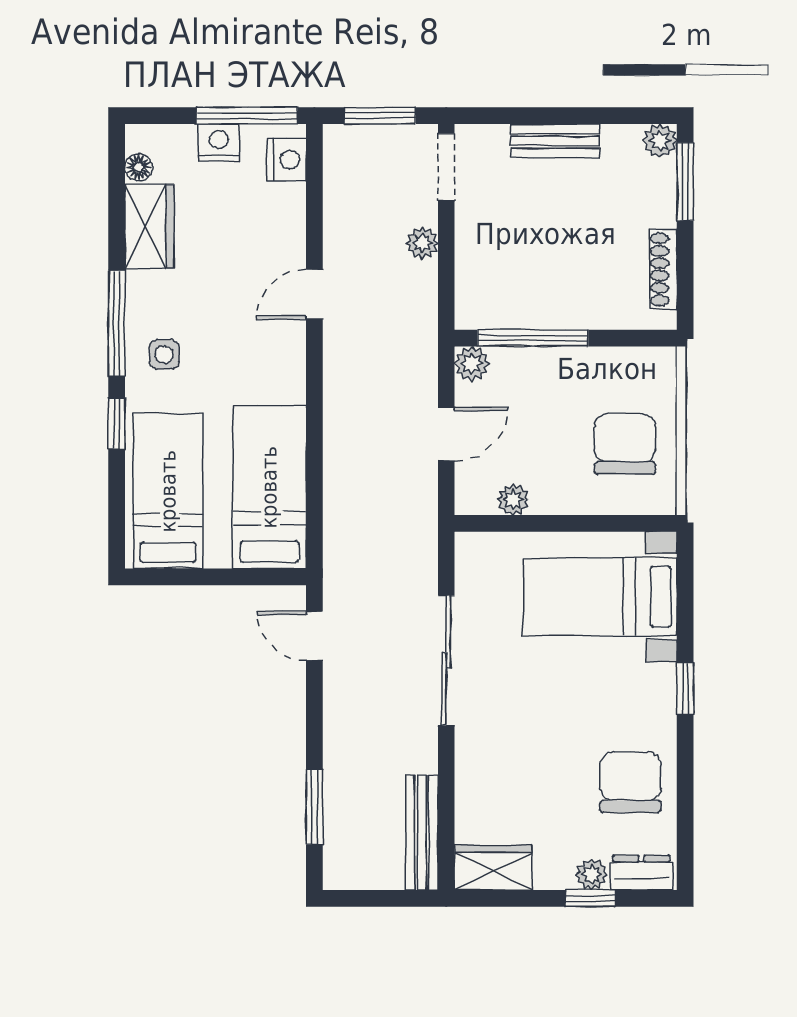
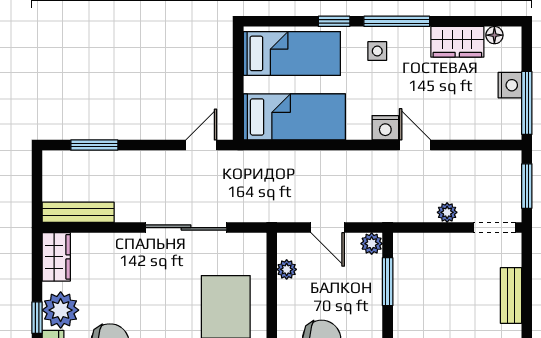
nightstand: (287, 160) -> (385, 128), moved
window: (533, 338) -> (388, 282), width x0.69
plant: (592, 874) -> (61, 310), width x1.88, depth x1.88

